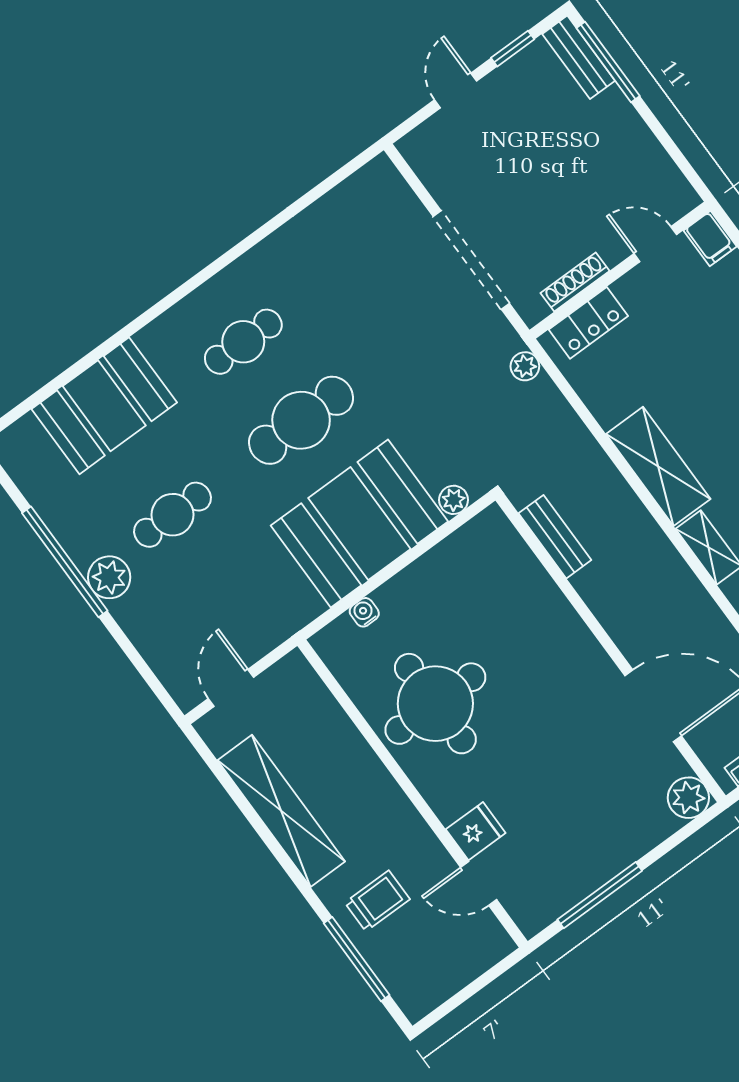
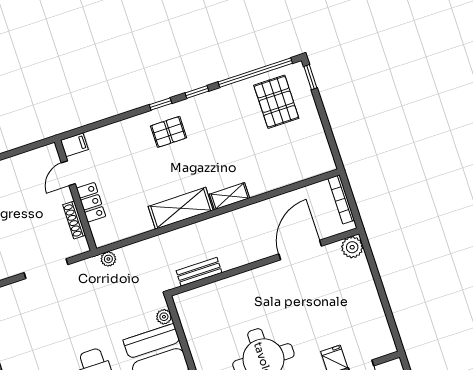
doorway: (471, 260) -> (46, 269), width x0.73
locker: (588, 323) -> (91, 202), moved
window: (600, 895) -> (387, 308), removed

